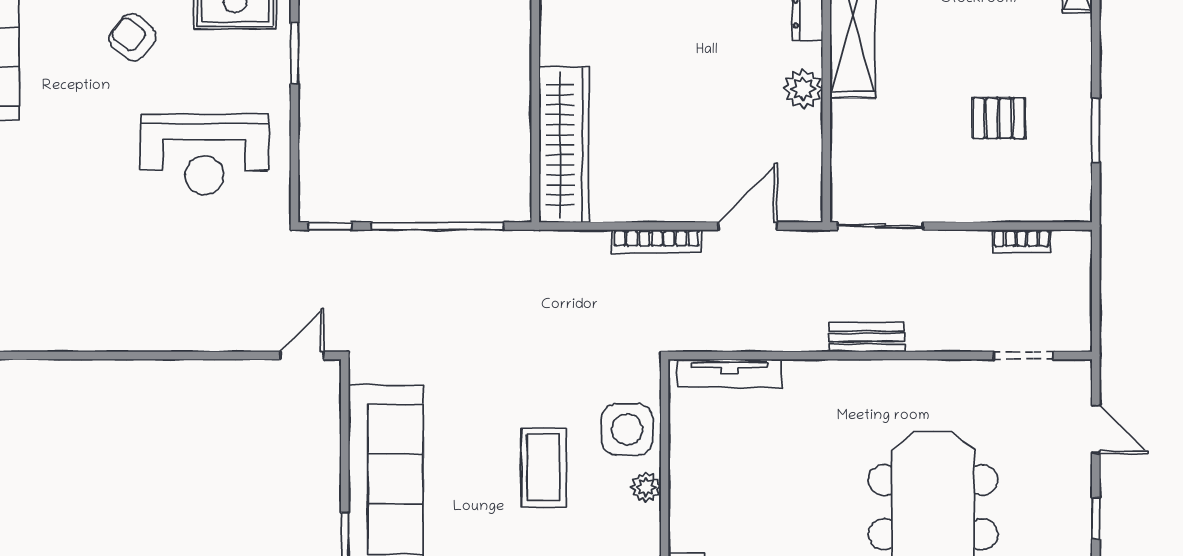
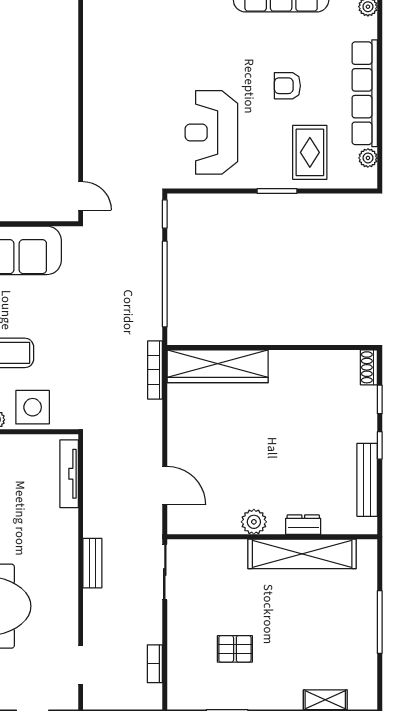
armchair: (132, 38) -> (287, 86), turned -129
pallet: (999, 118) -> (235, 649), turned 90
bookcase: (657, 241) -> (155, 370), moved

